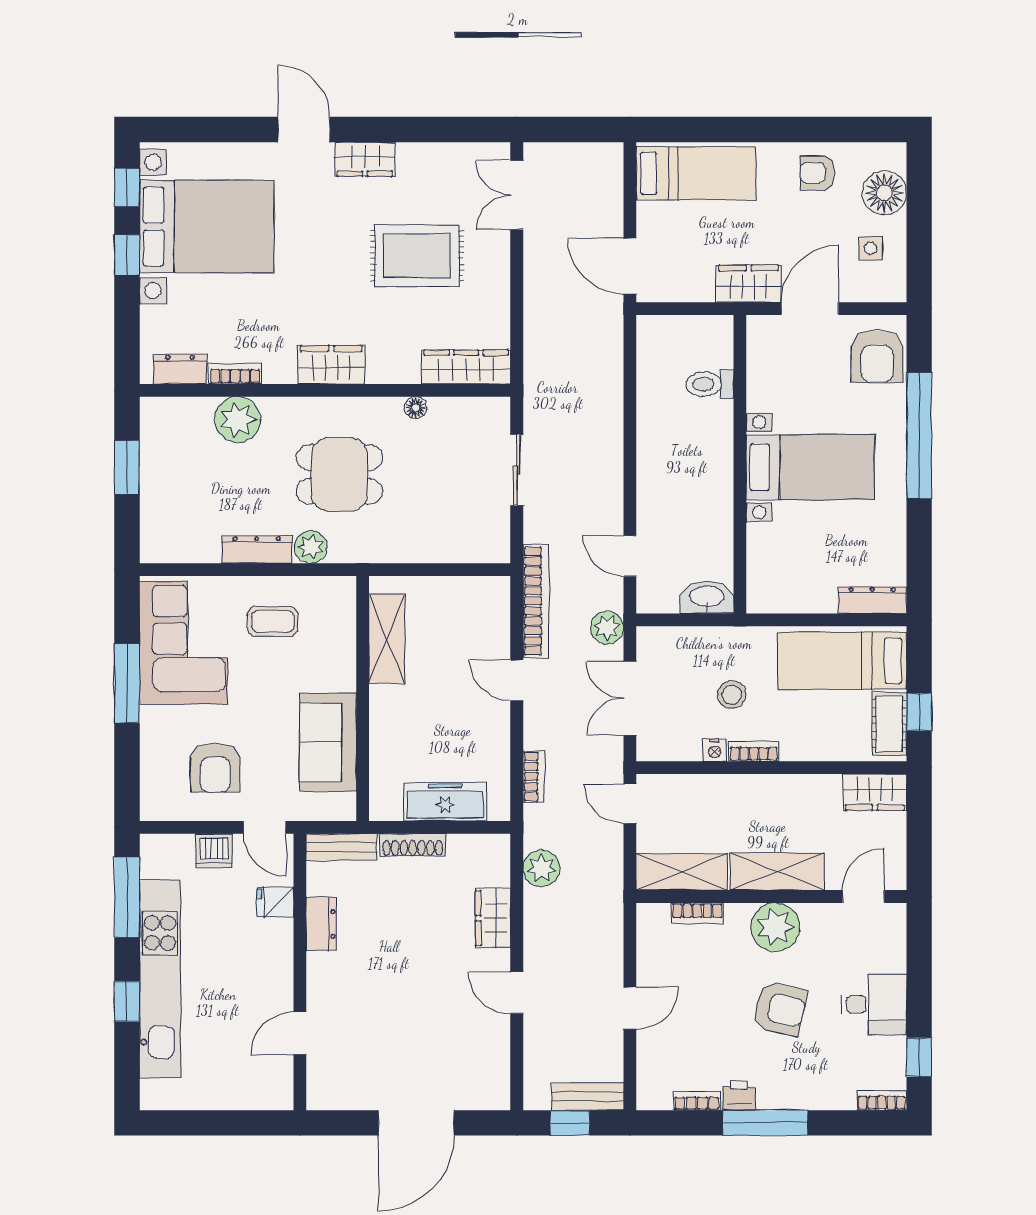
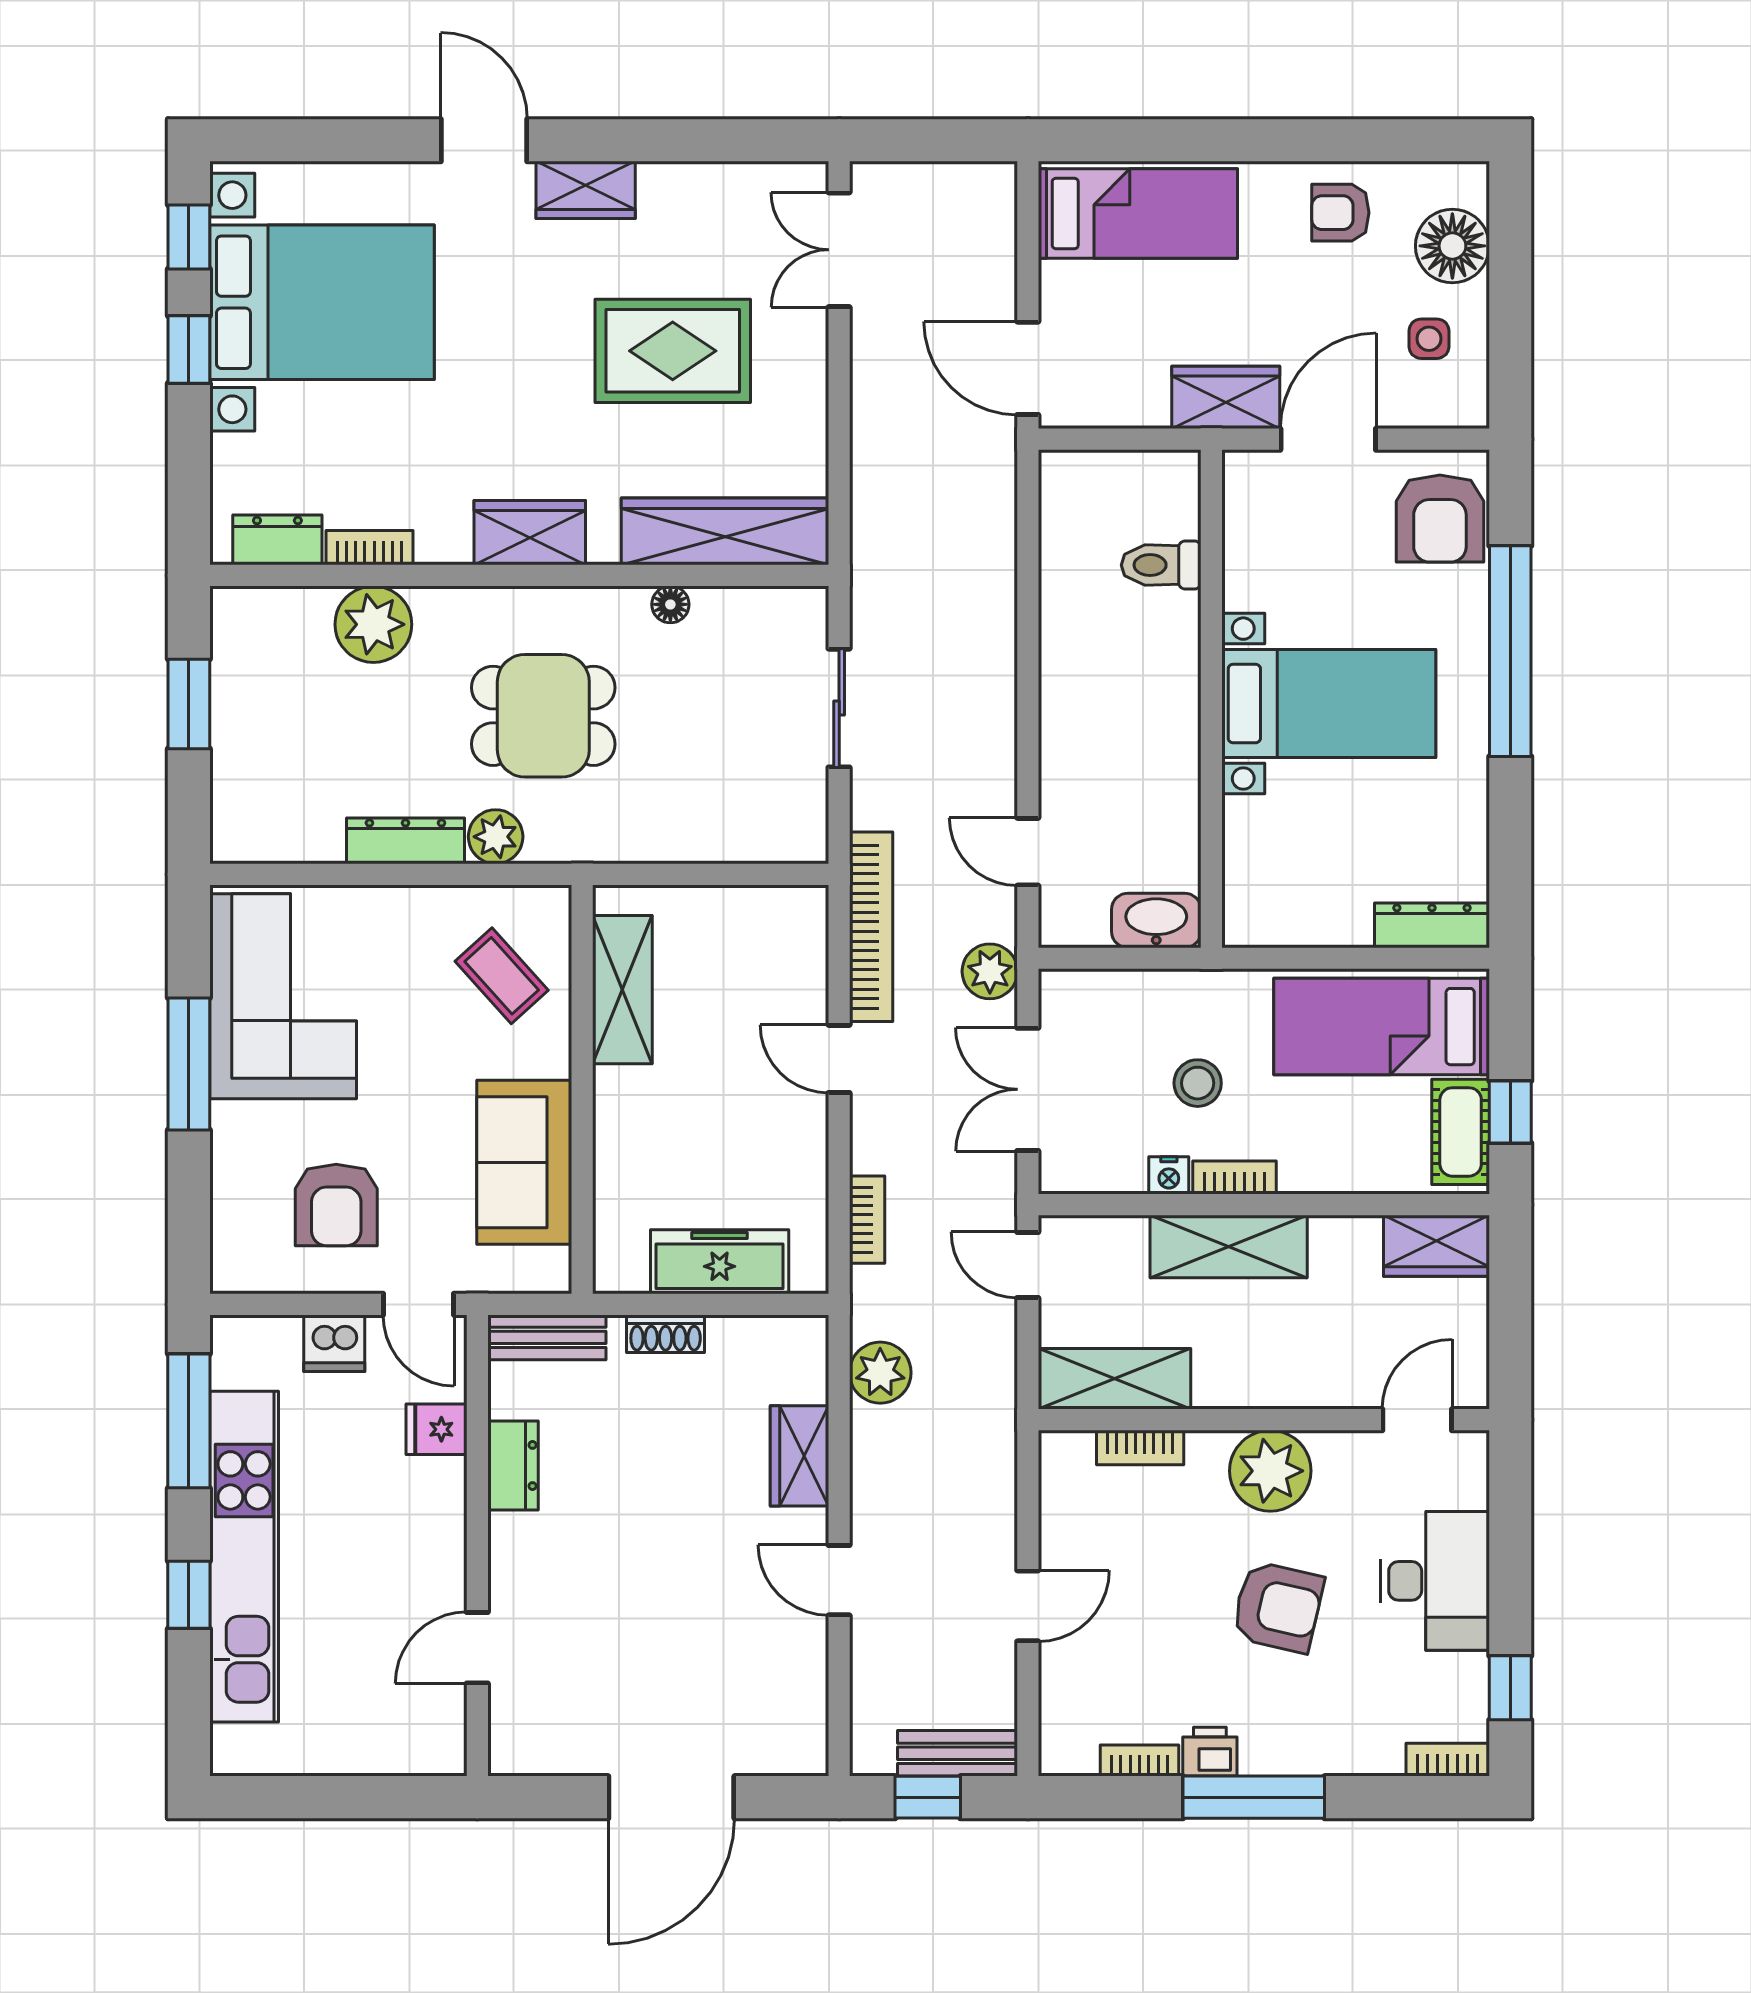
wardrobe: (466, 367) -> (725, 531), width x1.40, depth x1.17
coffee table: (273, 621) -> (502, 976), moved, turned 48
shoe rack: (413, 845) -> (666, 1334), width x0.70
shelving: (777, 871) -> (1229, 1247), moved
desk: (874, 1004) -> (1435, 1581), width x1.37

